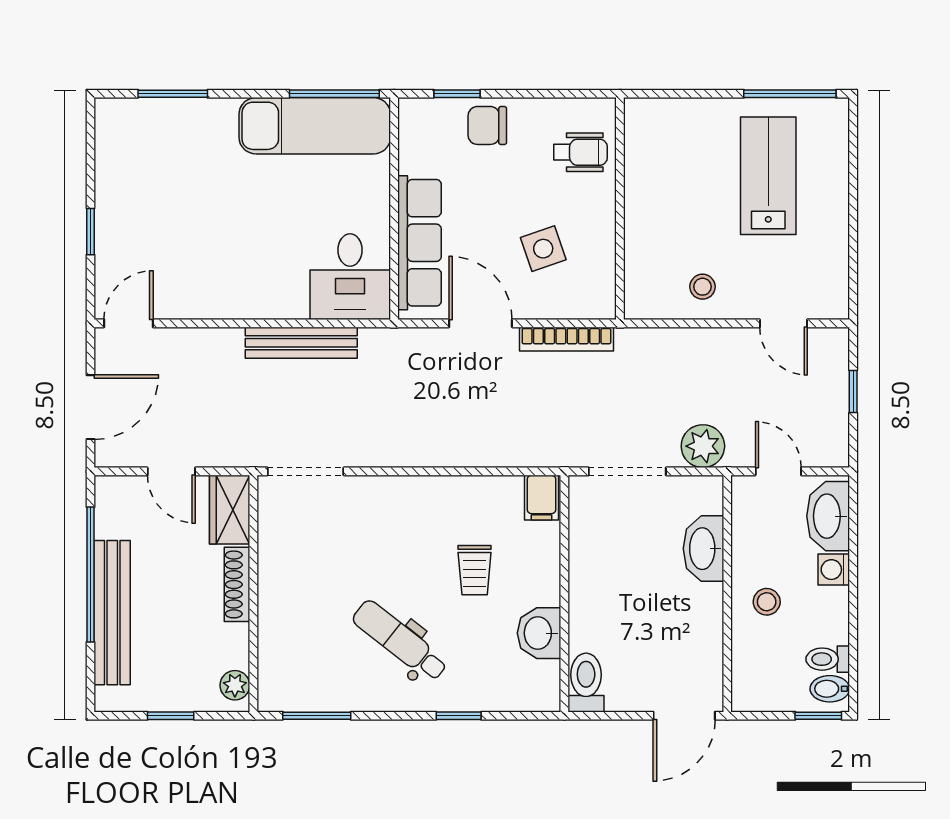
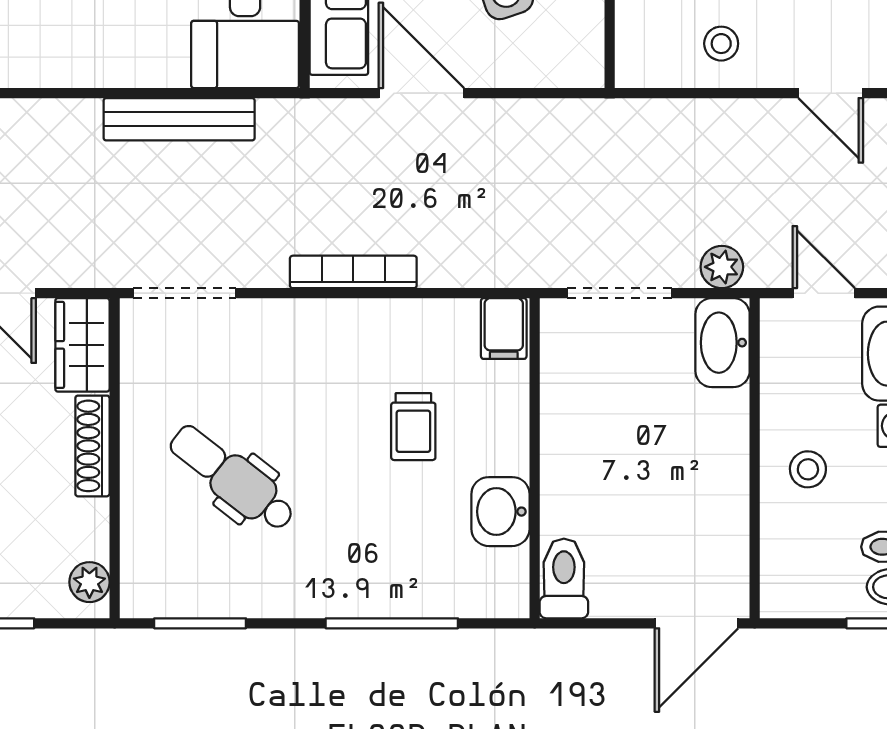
bookcase: (566, 339) -> (353, 272), moved, turned 180
plant: (703, 446) -> (722, 267), width x0.73, depth x0.73
washbasin: (703, 549) -> (723, 343), moved
dental chair: (400, 641) -> (232, 478), moved
window: (459, 716) -> (392, 623), width x2.17

